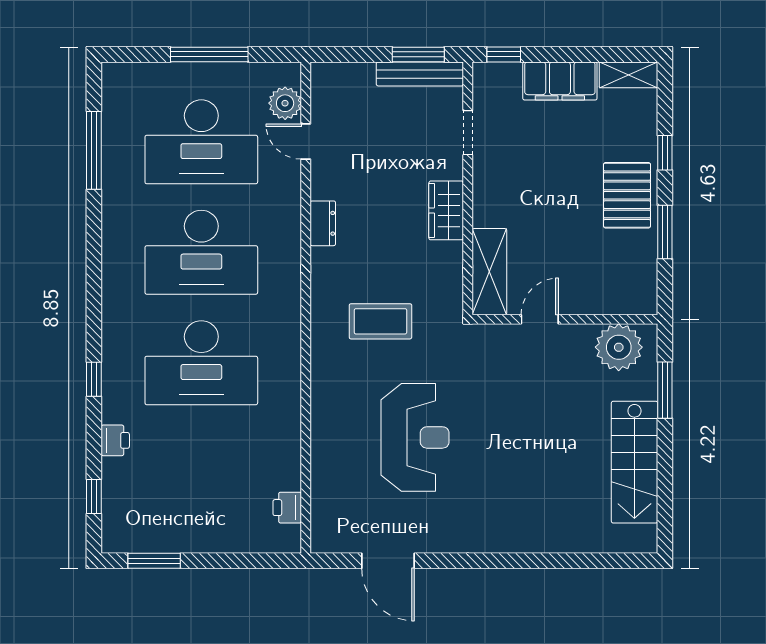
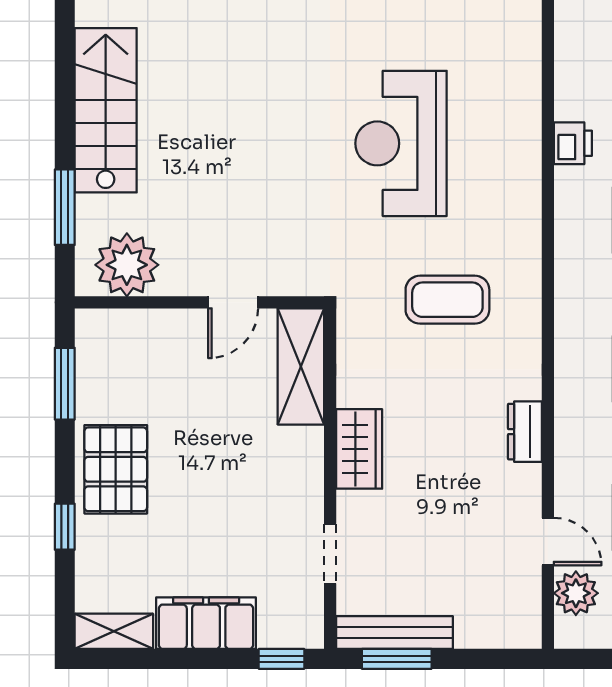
window: (665, 232) -> (65, 384), moved
printer: (287, 508) -> (573, 143), moved

